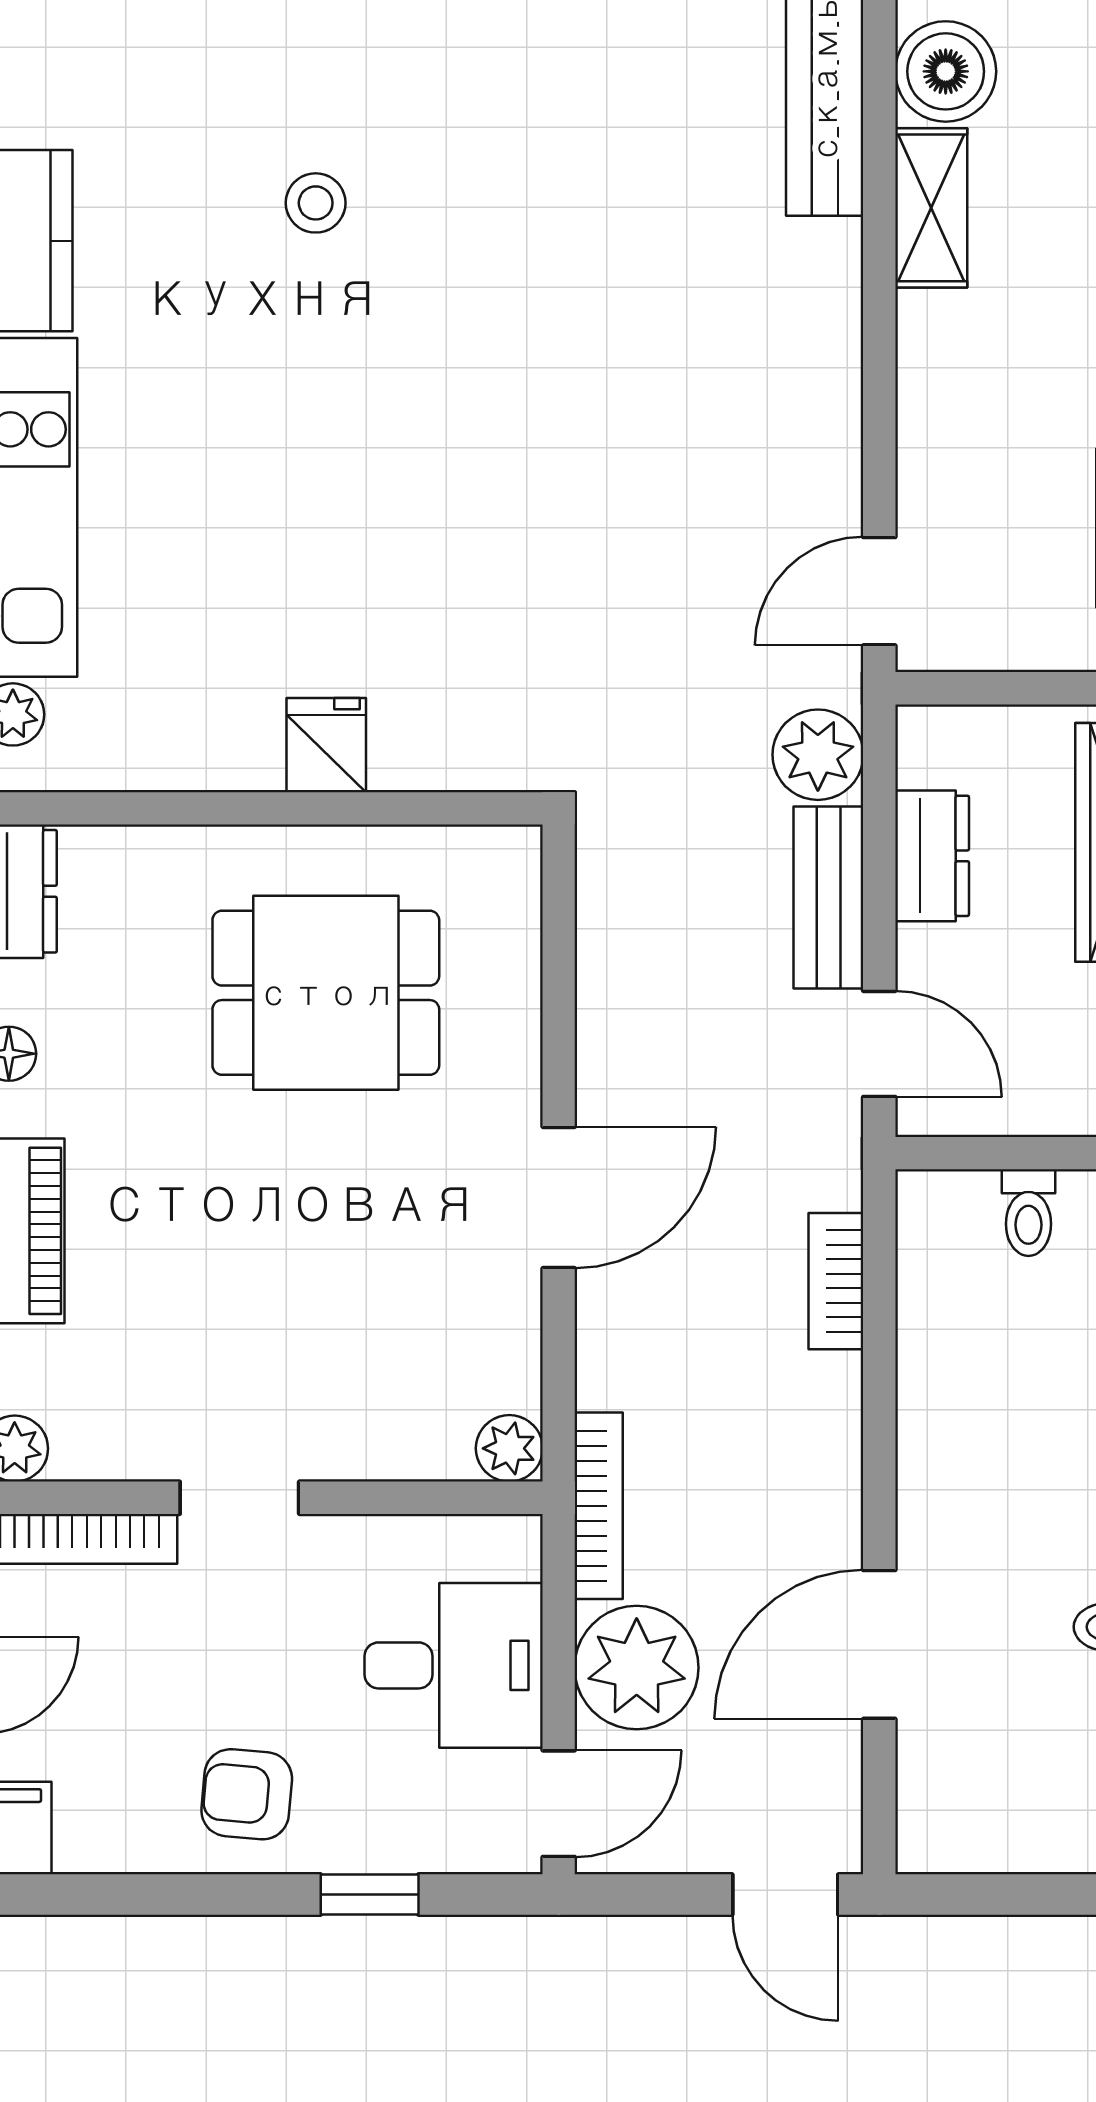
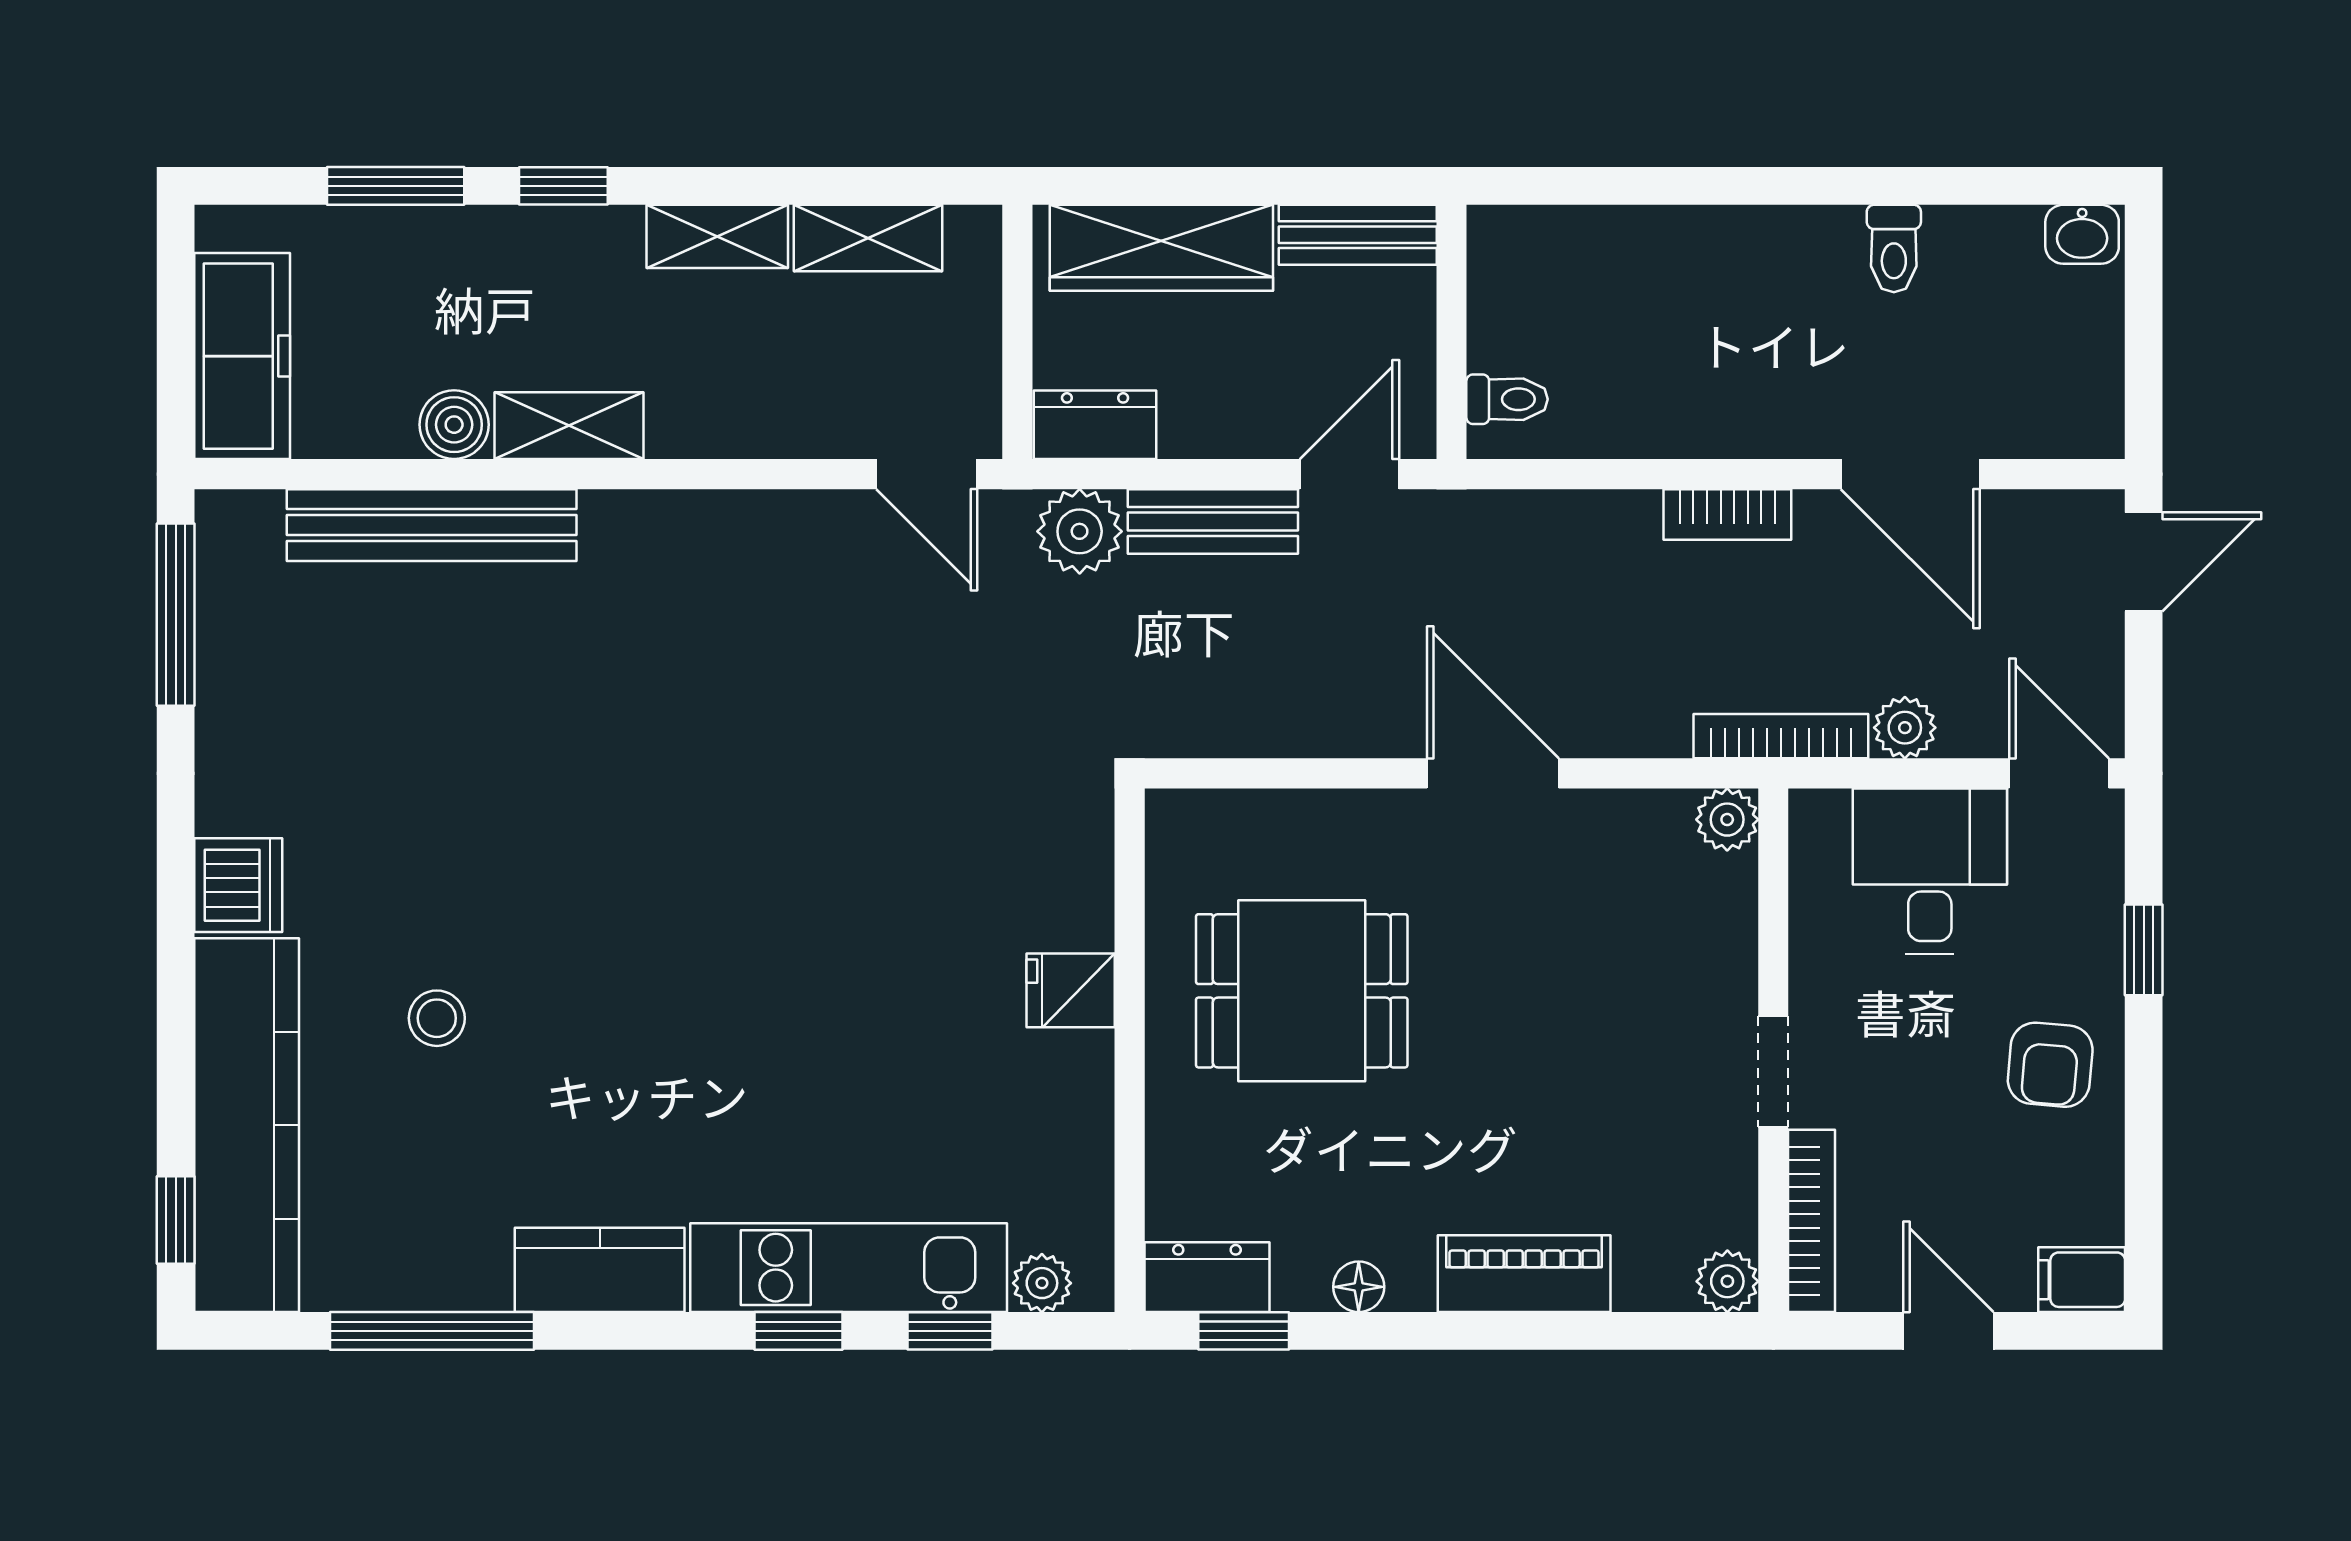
boiler: (946, 71) -> (454, 425), width x0.73, depth x0.73
stool: (316, 203) -> (437, 1018), moved
dresser: (932, 856) -> (1095, 425), moved
dining table: (326, 993) -> (1302, 991), turned 90
toilet: (1028, 1213) -> (1507, 399), moved
bookcase: (836, 1281) -> (1727, 514), moved
plant: (637, 1668) -> (1905, 728), width x0.53, depth x0.53

